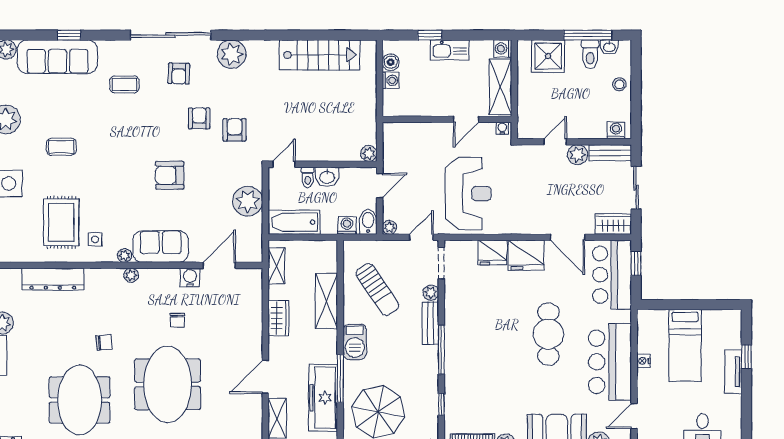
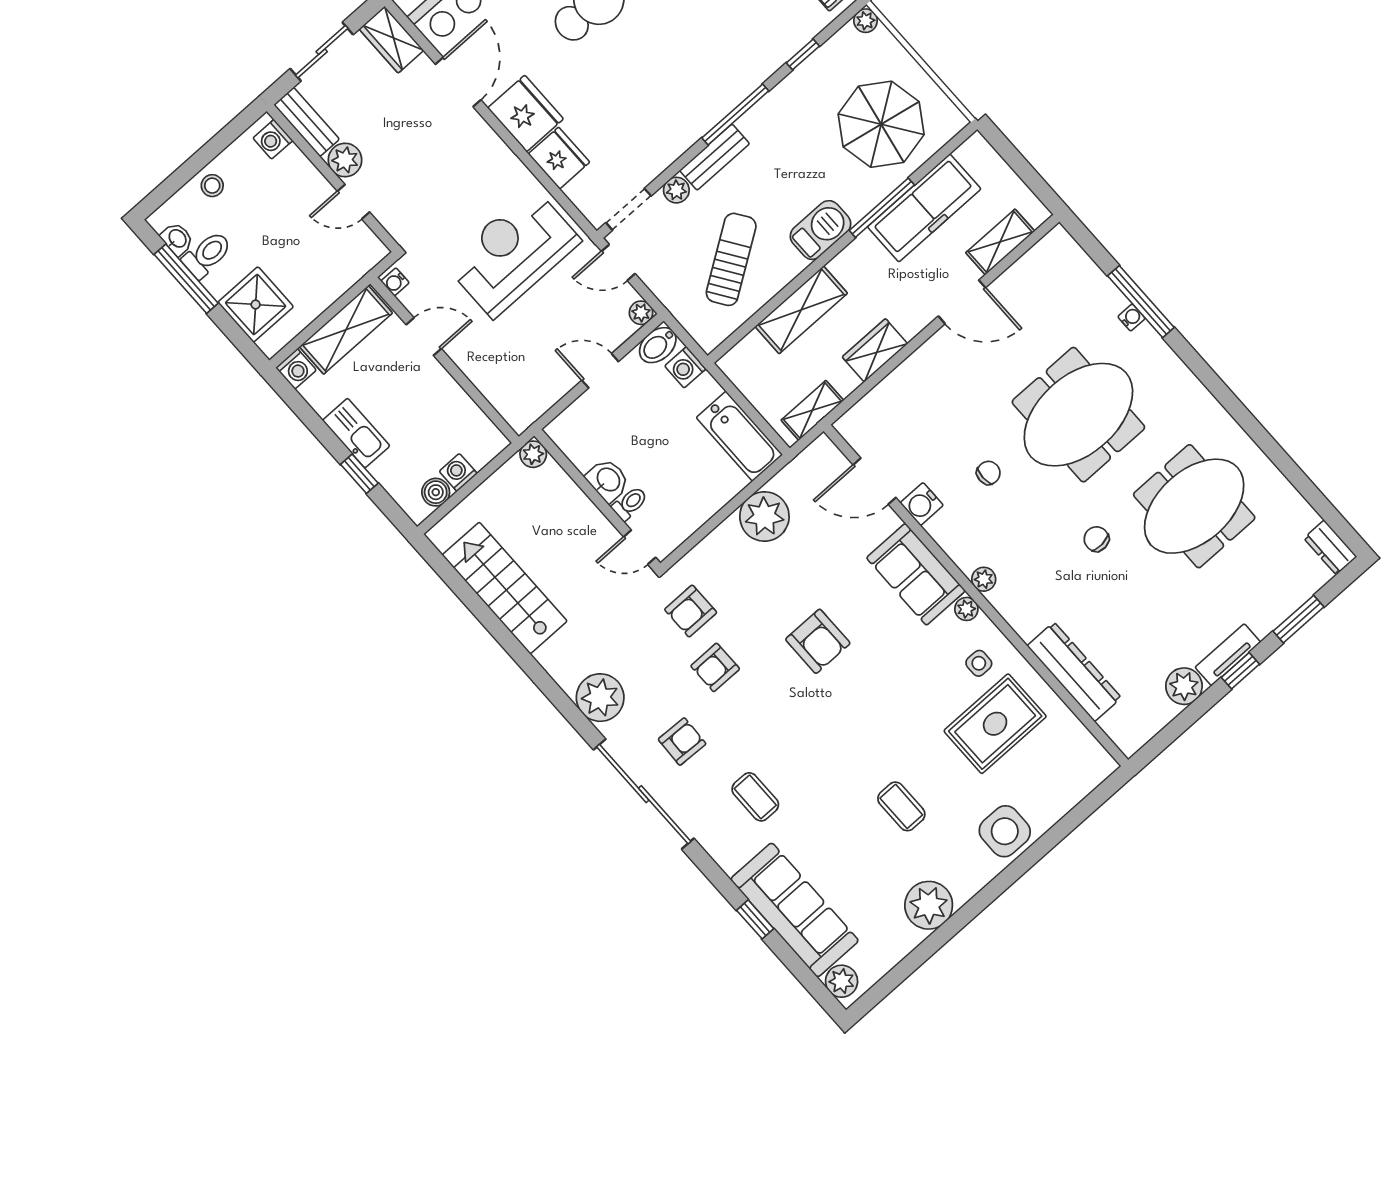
plant: (369, 153) -> (533, 454), moved
door: (284, 164) -> (640, 547), moved
wall: (322, 164) -> (597, 500), moved
toilet: (308, 177) -> (630, 503), moved
washbasin: (327, 177) -> (608, 480), moved

